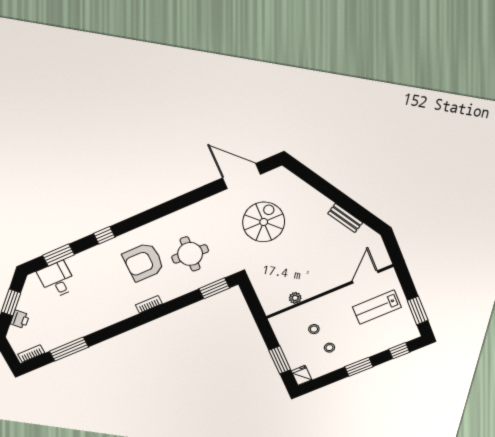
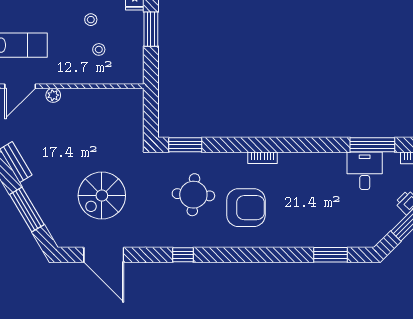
window: (321, 185) -> (27, 209), added
window: (104, 235) -> (183, 255), moved
desk: (57, 280) -> (365, 171), moved, turned 180
plant: (295, 298) -> (53, 95), moved

